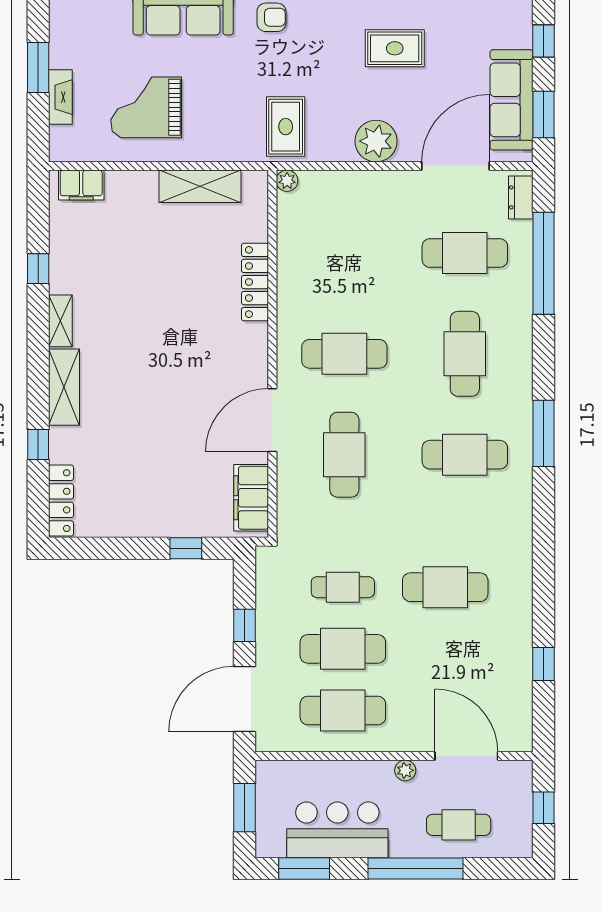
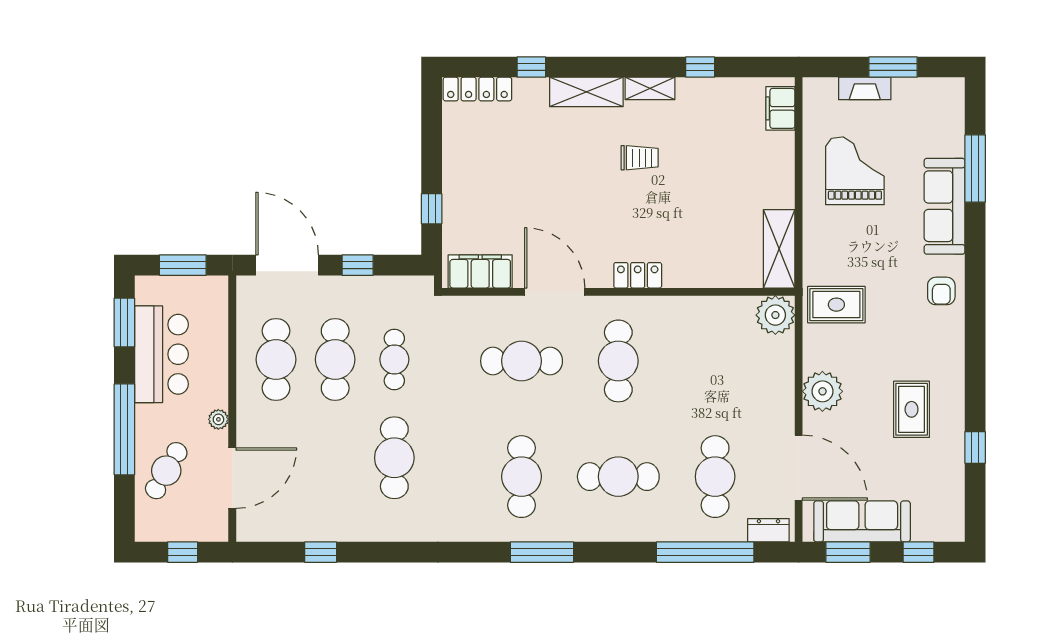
plant: (287, 181) -> (775, 315), width x1.88, depth x1.88
shelving: (200, 186) -> (779, 249), moved
locker: (255, 282) -> (638, 275), moved, width x0.66
trolley: (133, 332) -> (640, 158), added
cafe table: (459, 825) -> (166, 471), turned 30

